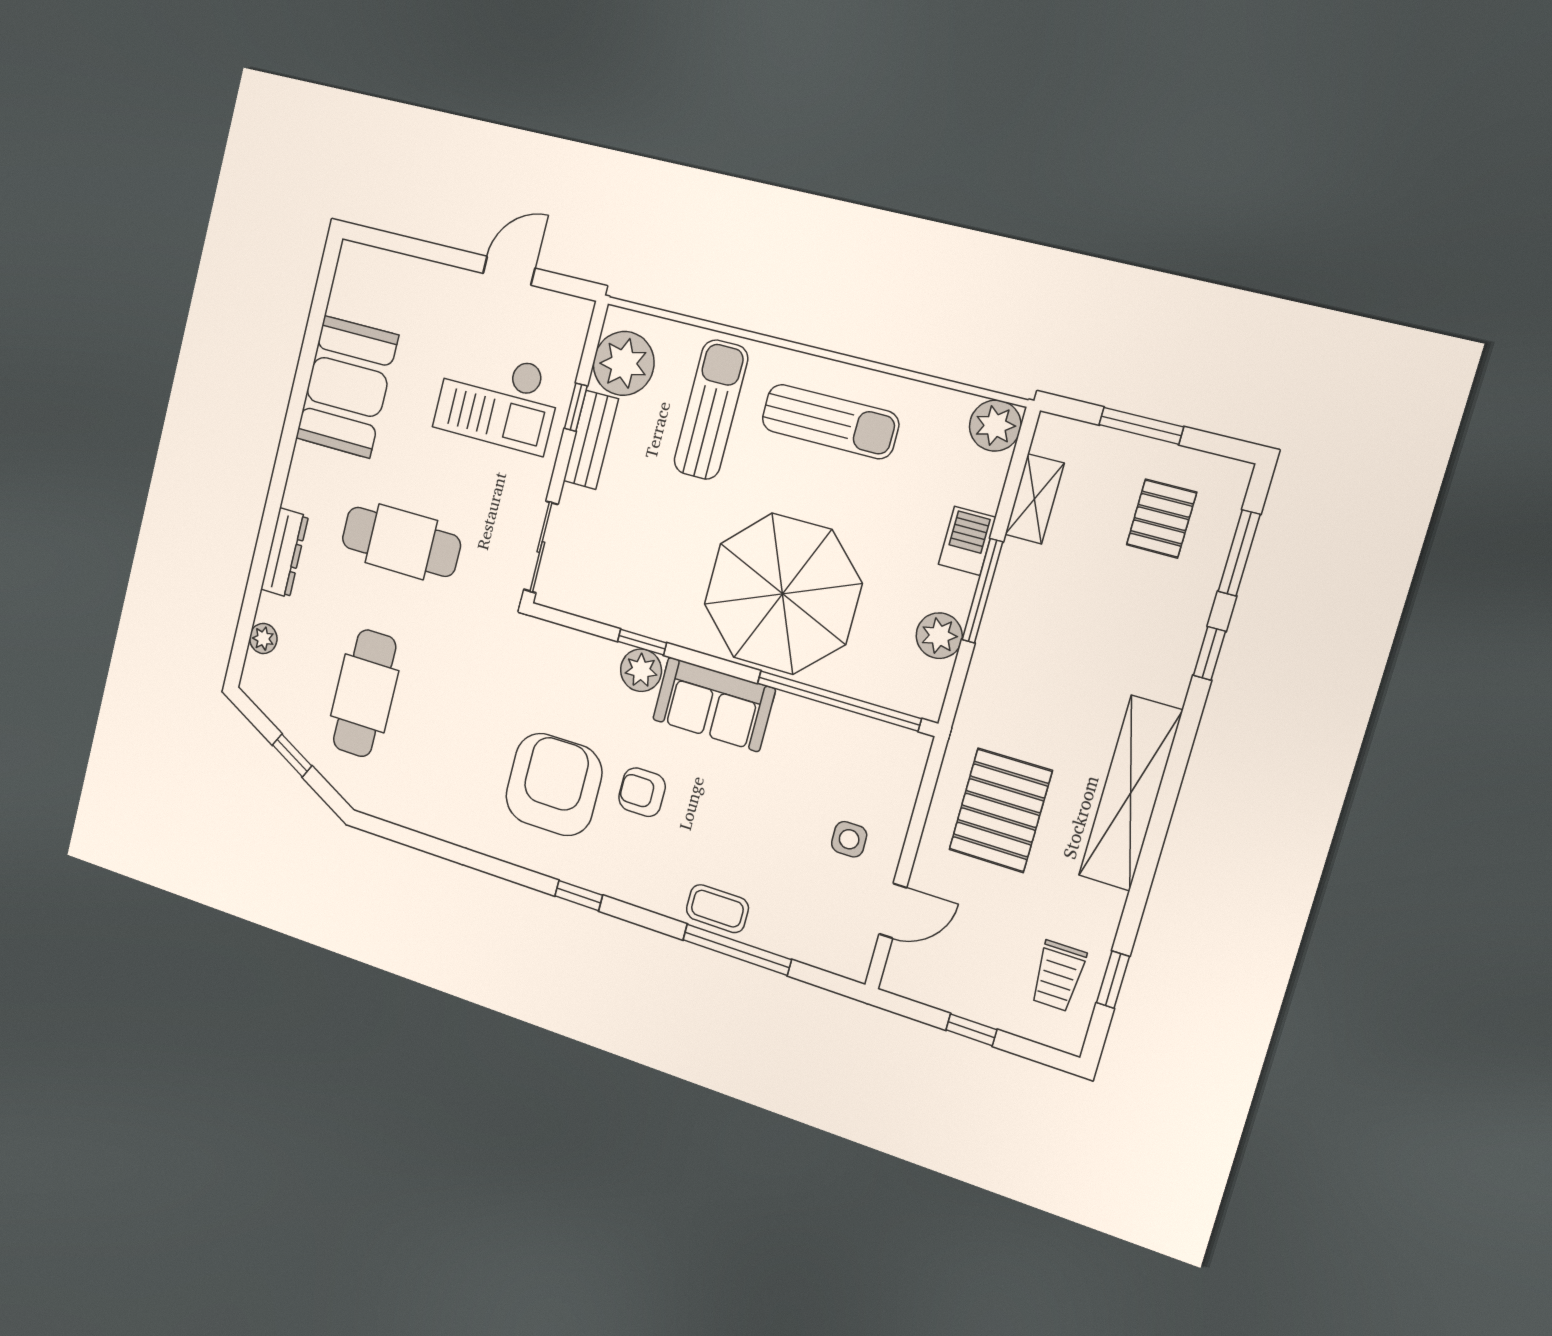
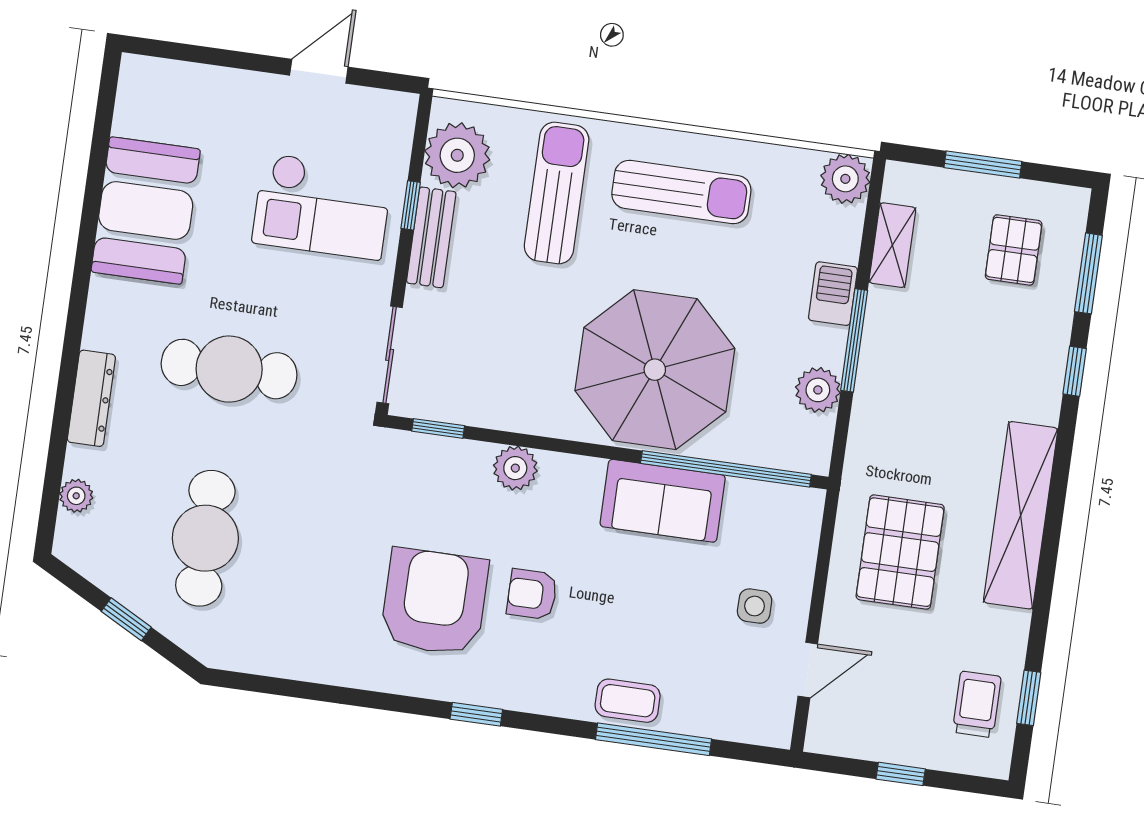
window: (642, 642) -> (438, 428), moved
sofa: (714, 704) -> (663, 501), moved
trolley: (1058, 976) -> (977, 704), turned 180

